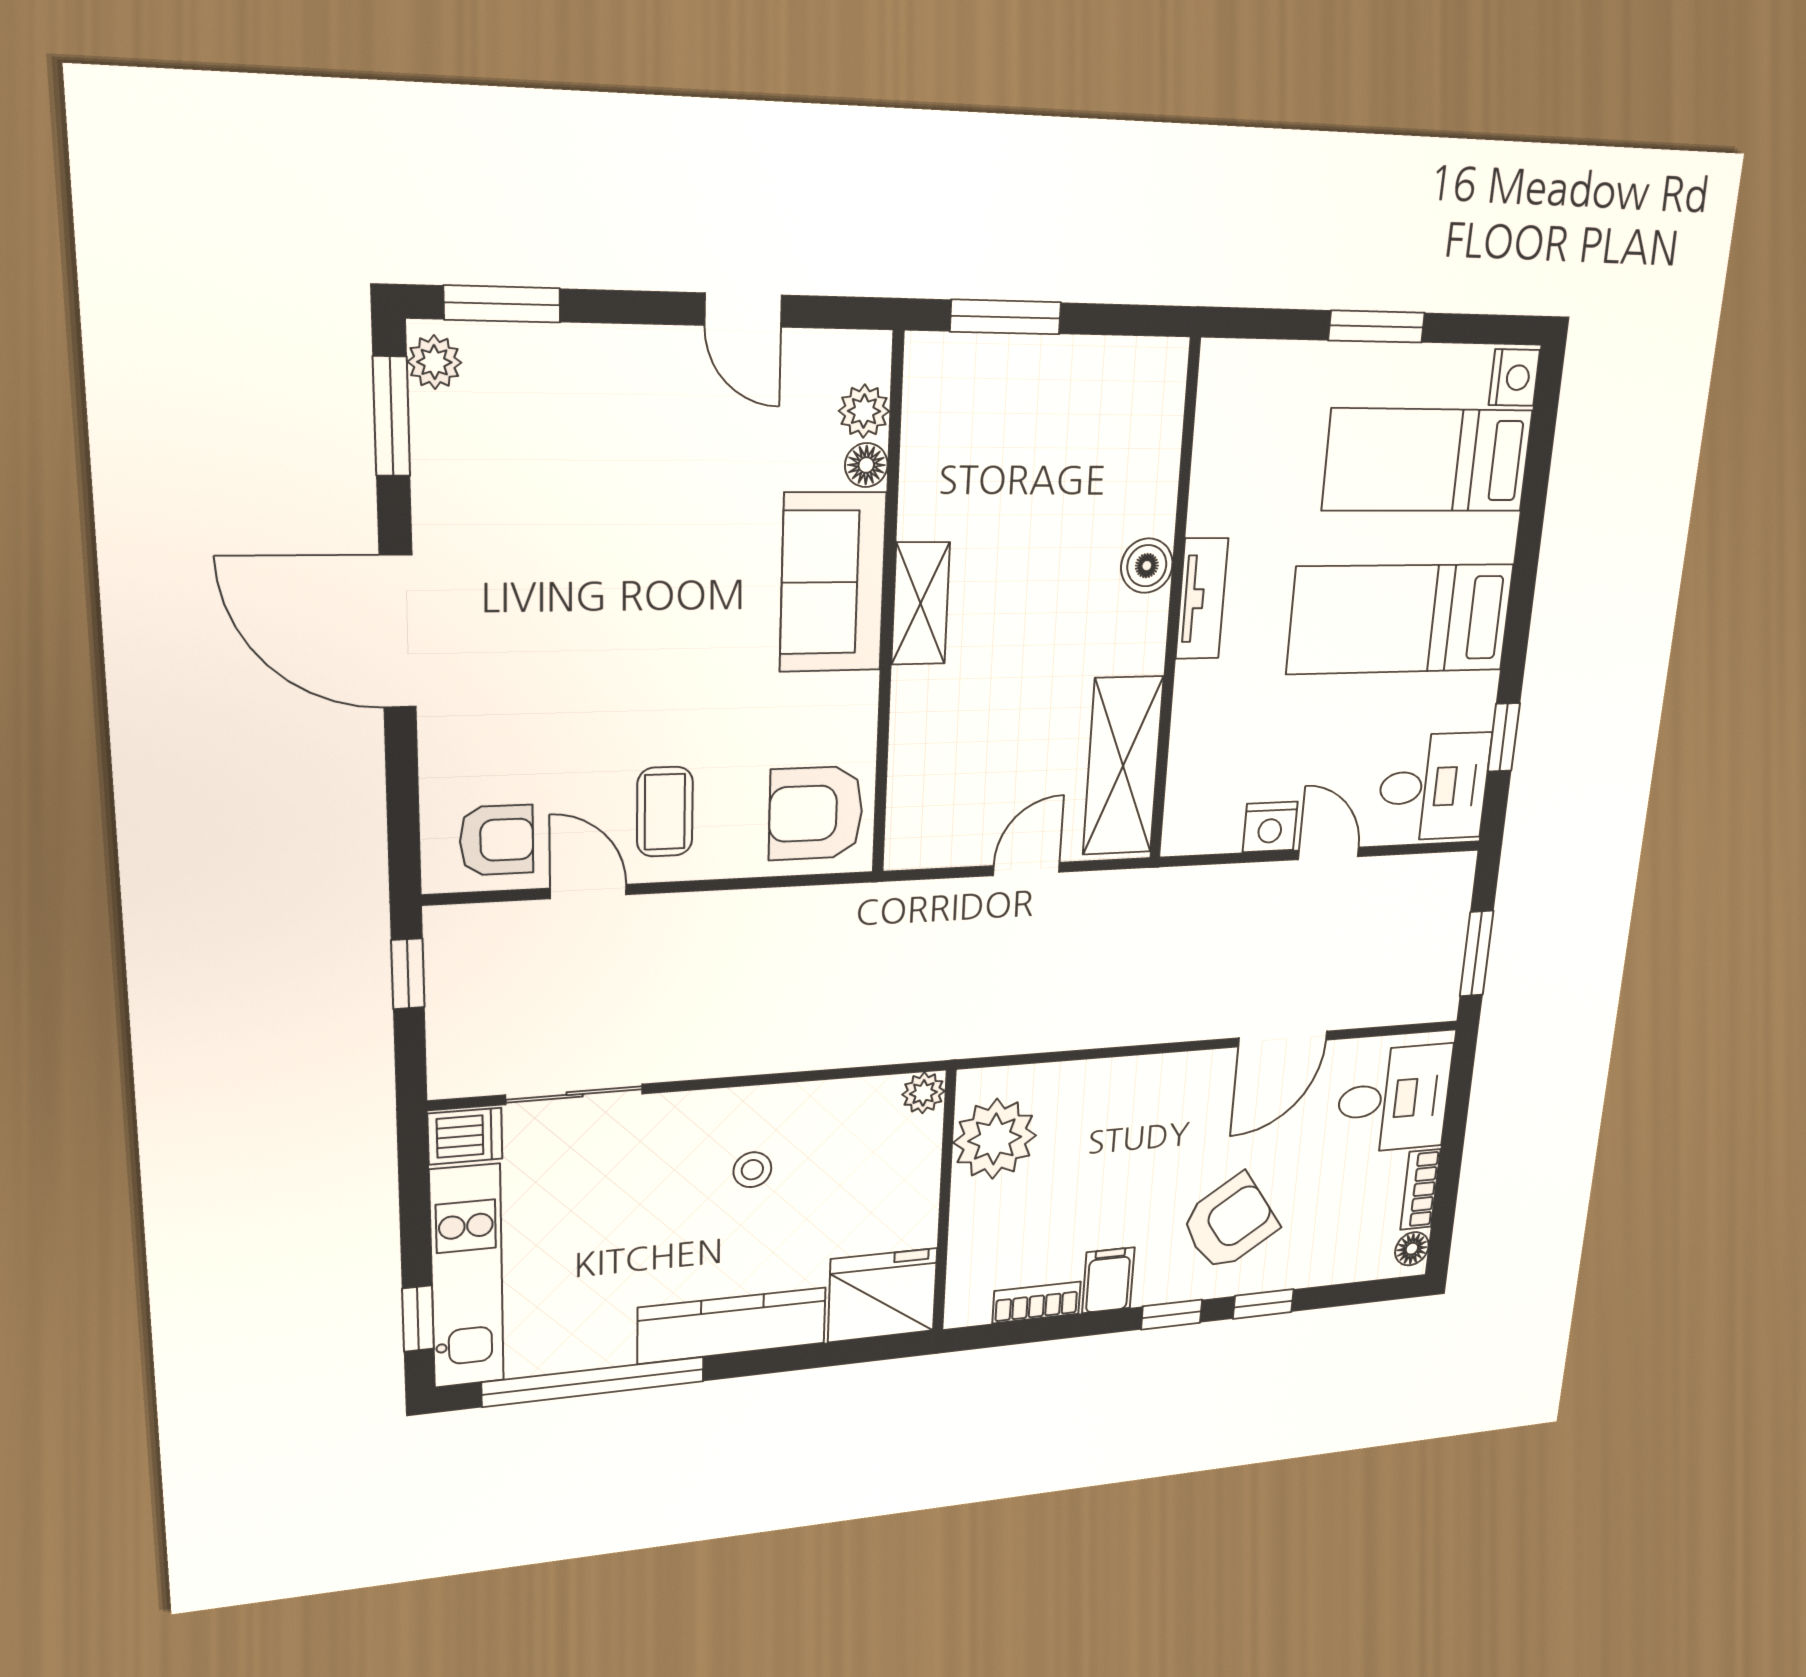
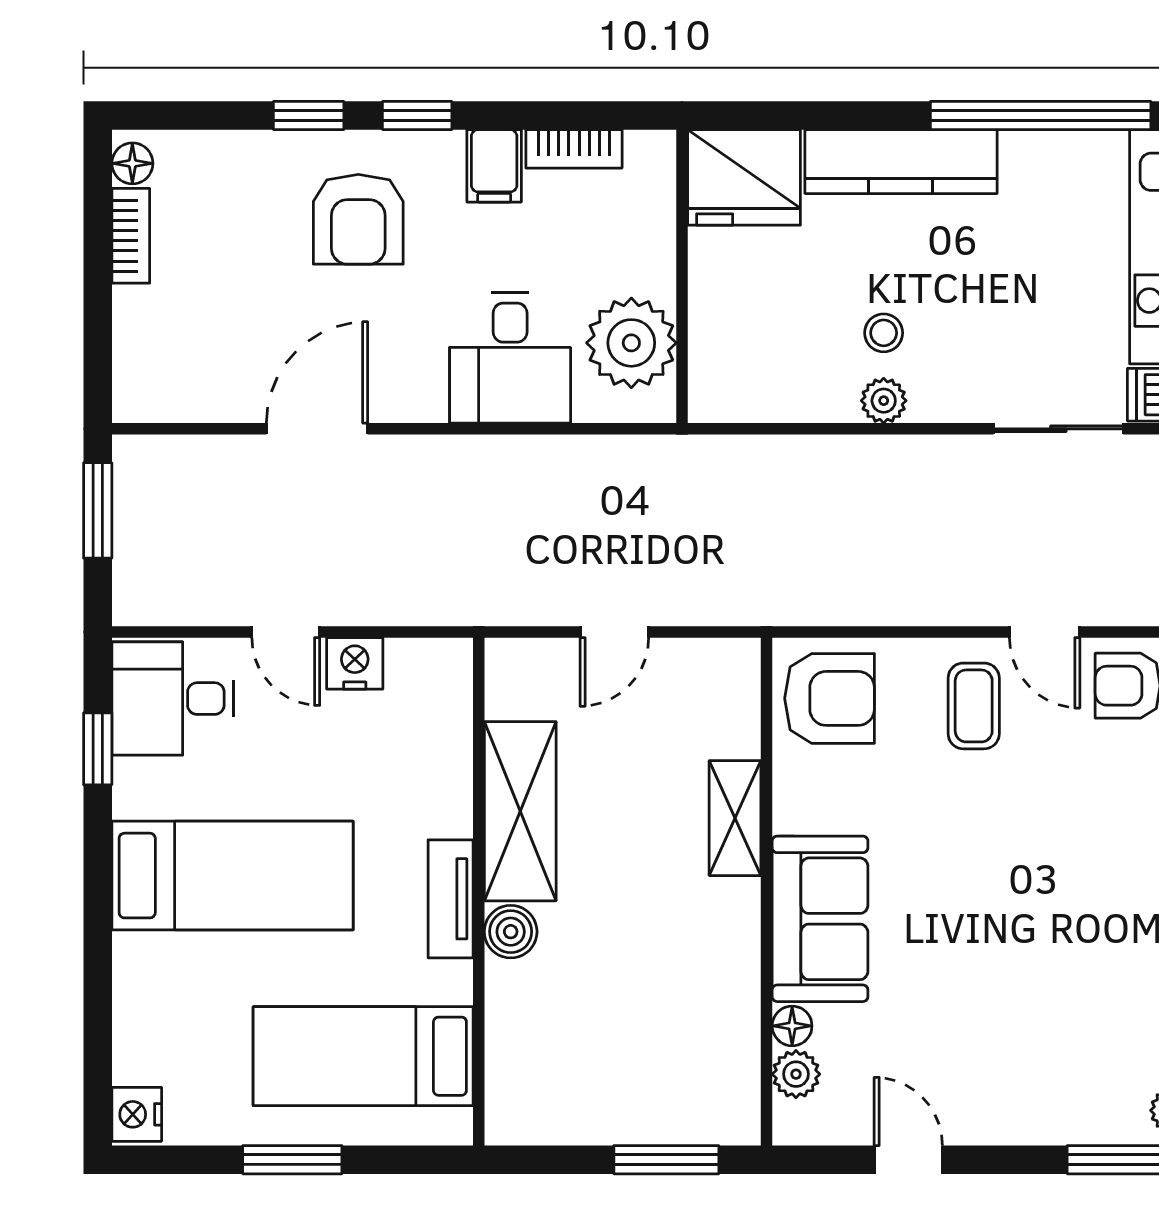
bed: (1428, 460) -> (363, 1056), moved, turned 180
shelving: (921, 604) -> (735, 818), moved
shelving: (1123, 766) -> (520, 811), moved
plant: (923, 1093) -> (884, 401), moved
desk: (1394, 1099) -> (510, 358), moved, turned -90
armchair: (1230, 1223) -> (358, 219), turned -56

